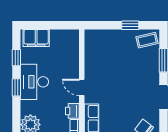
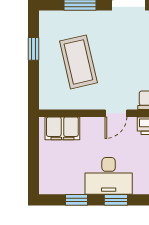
filing cabinet: (36, 38) -> (62, 128), moved, turned 90
coffee table: (147, 40) -> (78, 62), moved, width x1.86, depth x1.72

